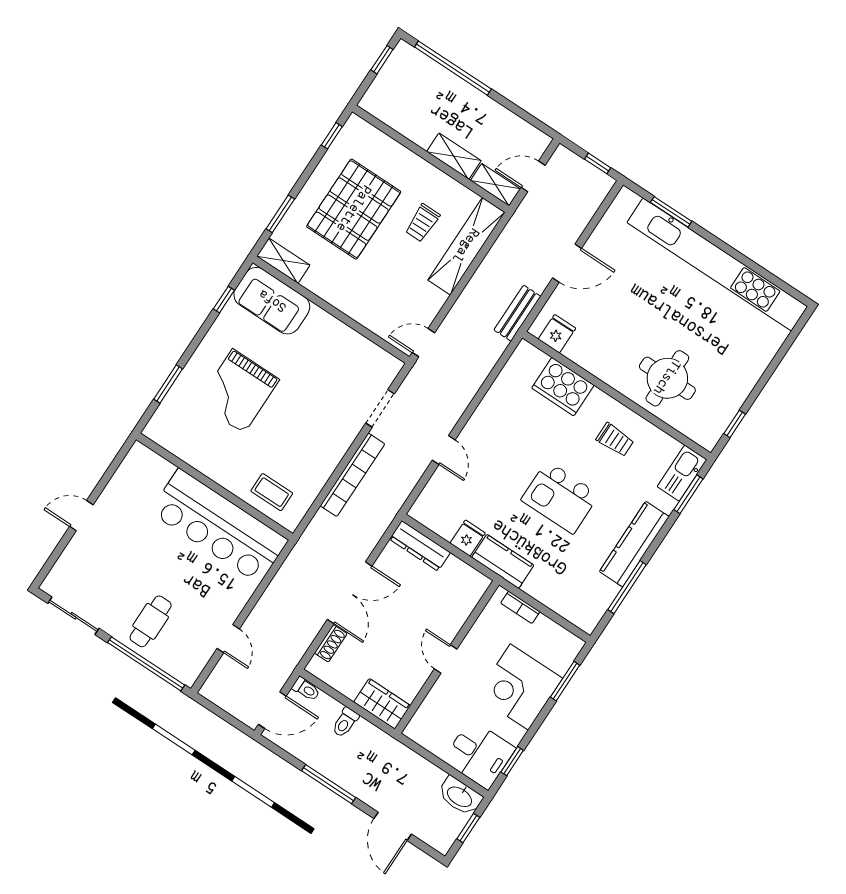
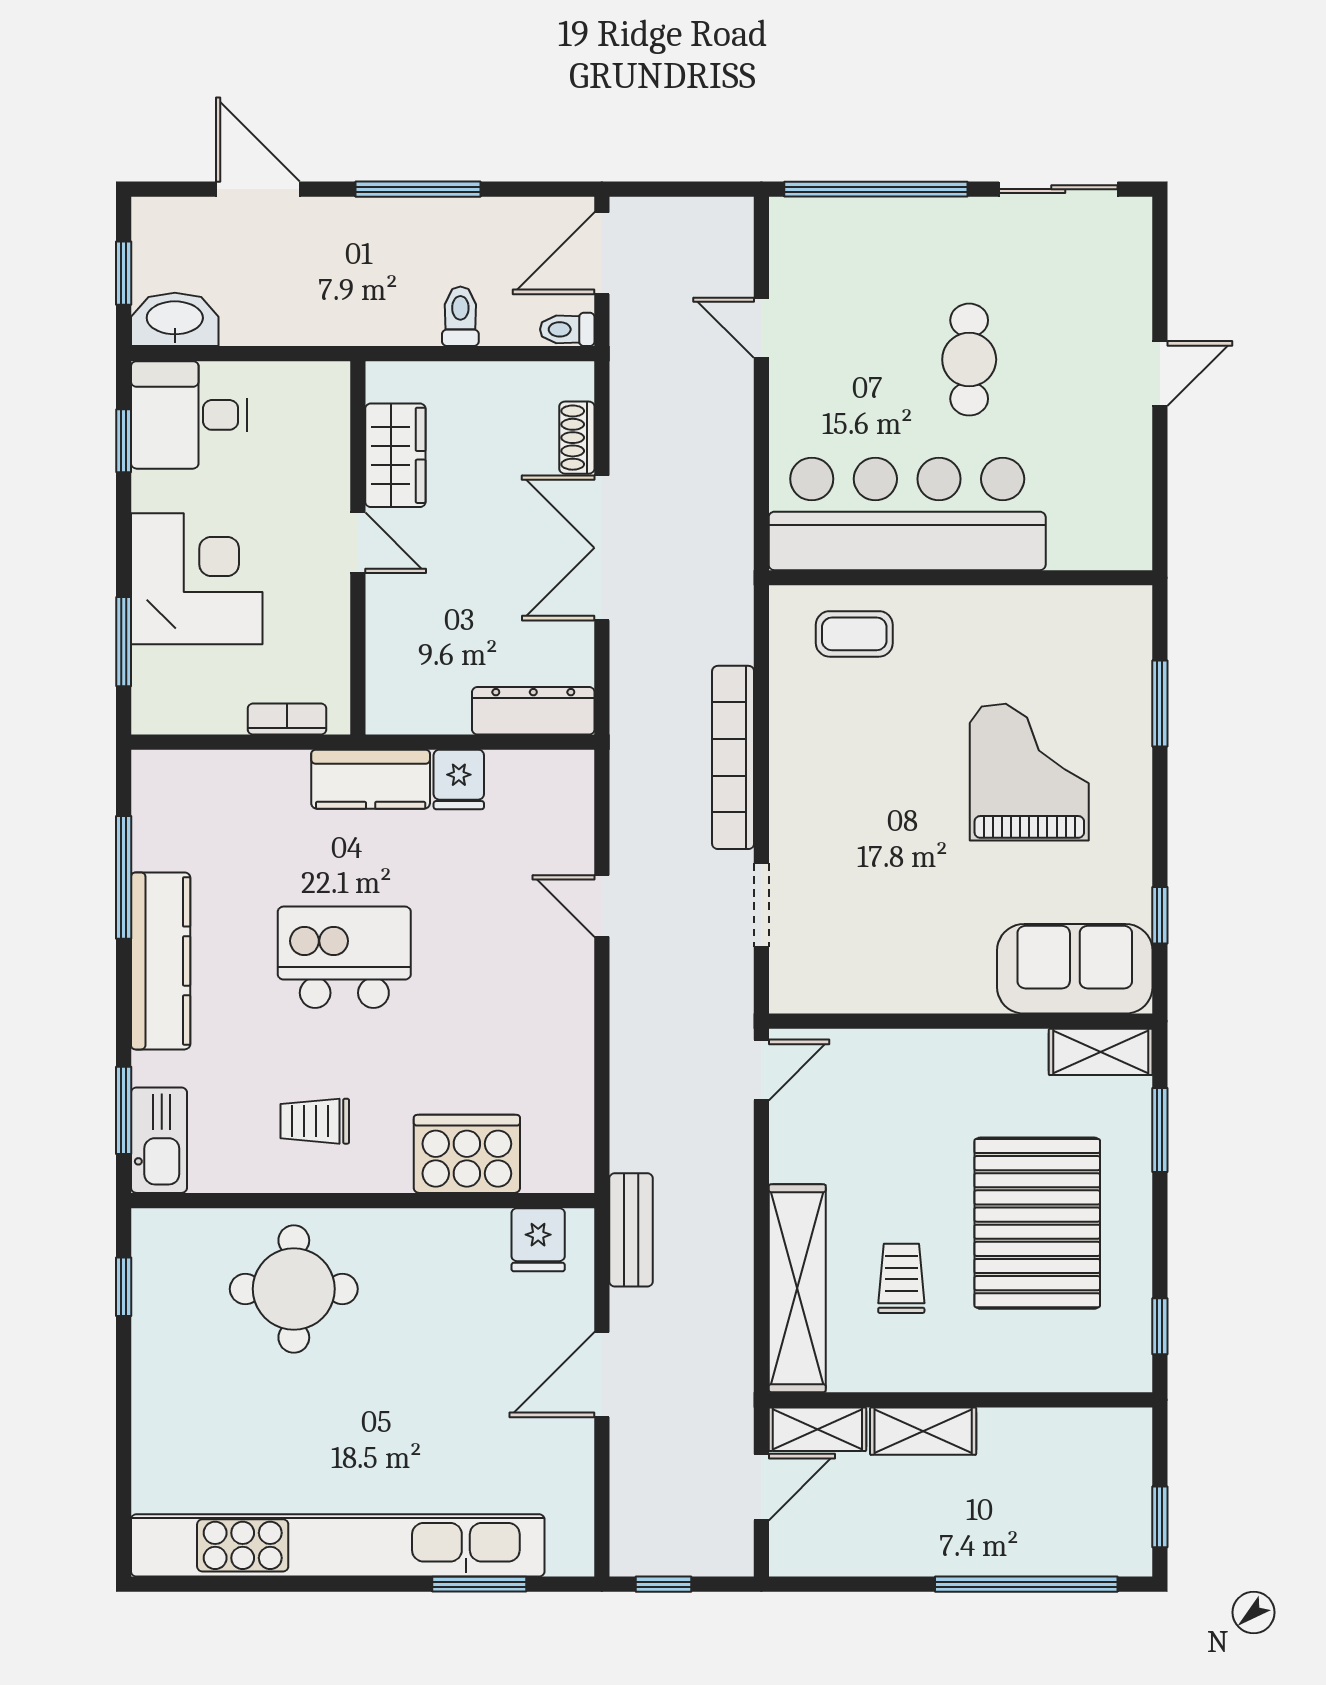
cafe table: (151, 621) -> (969, 360), moved
wardrobe: (382, 704) -> (395, 455), moved, turned -90

